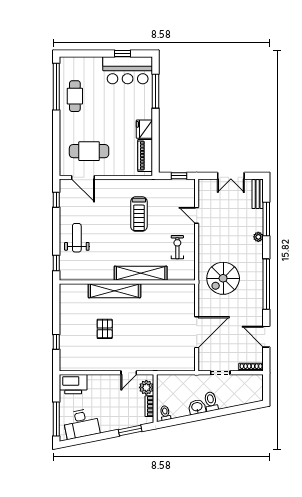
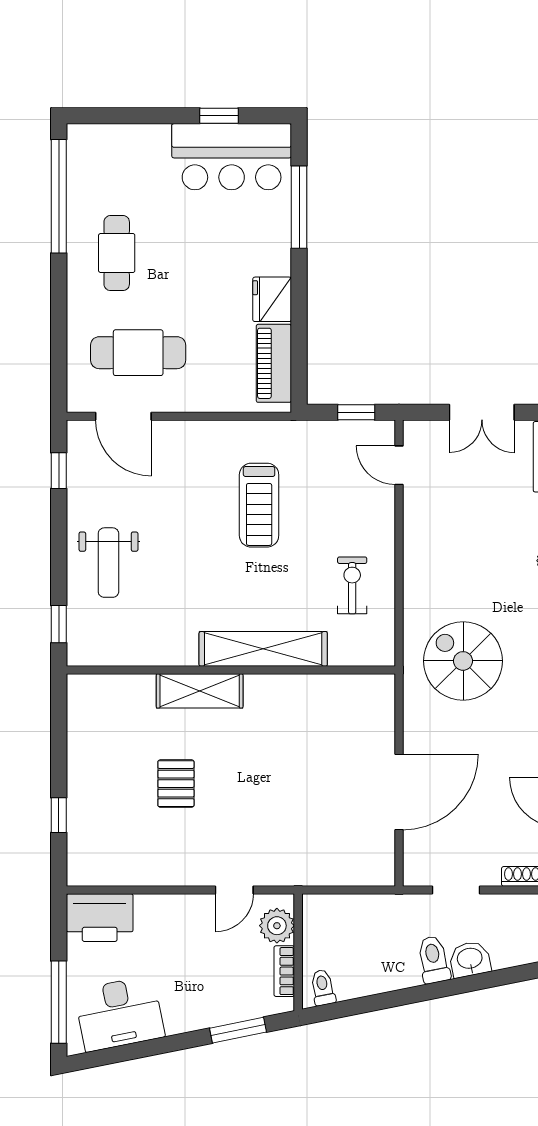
cafe table: (75, 96) -> (117, 253), moved
door: (197, 215) -> (399, 465), moved
weight bench: (77, 238) -> (108, 563), turned 180
spiral stairs: (223, 278) -> (463, 661), turned 90
shelving: (114, 291) -> (200, 691), width x0.68
washbasin: (197, 407) -> (470, 959), moved

